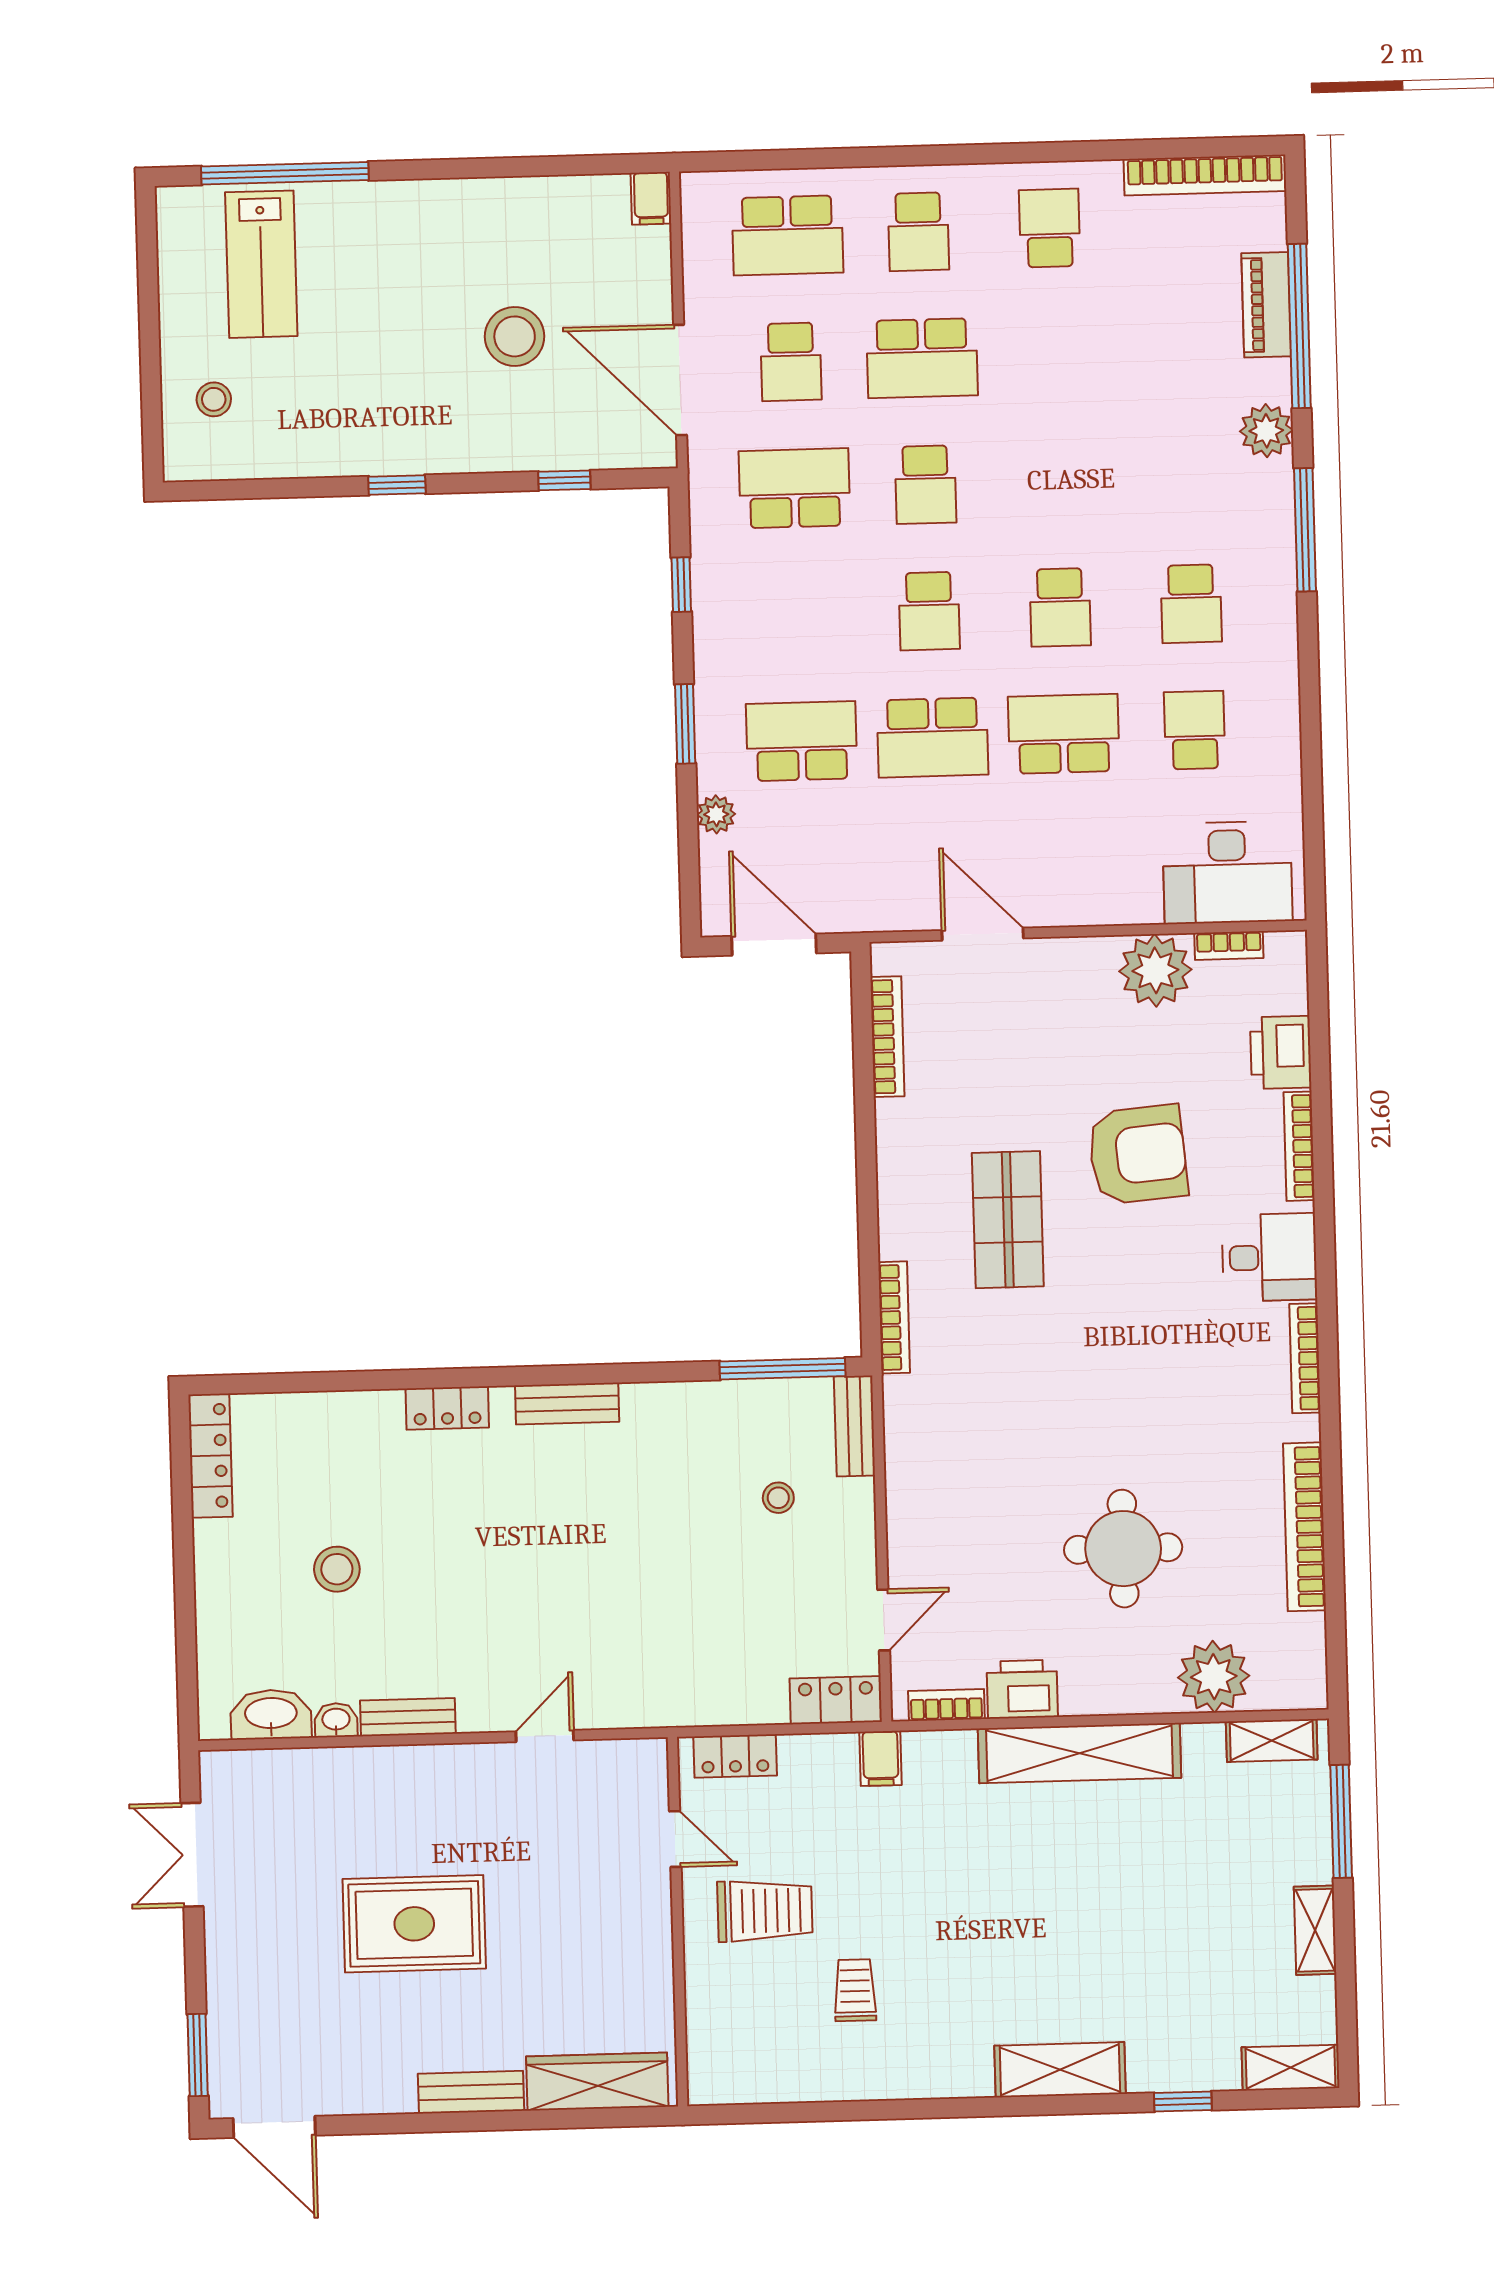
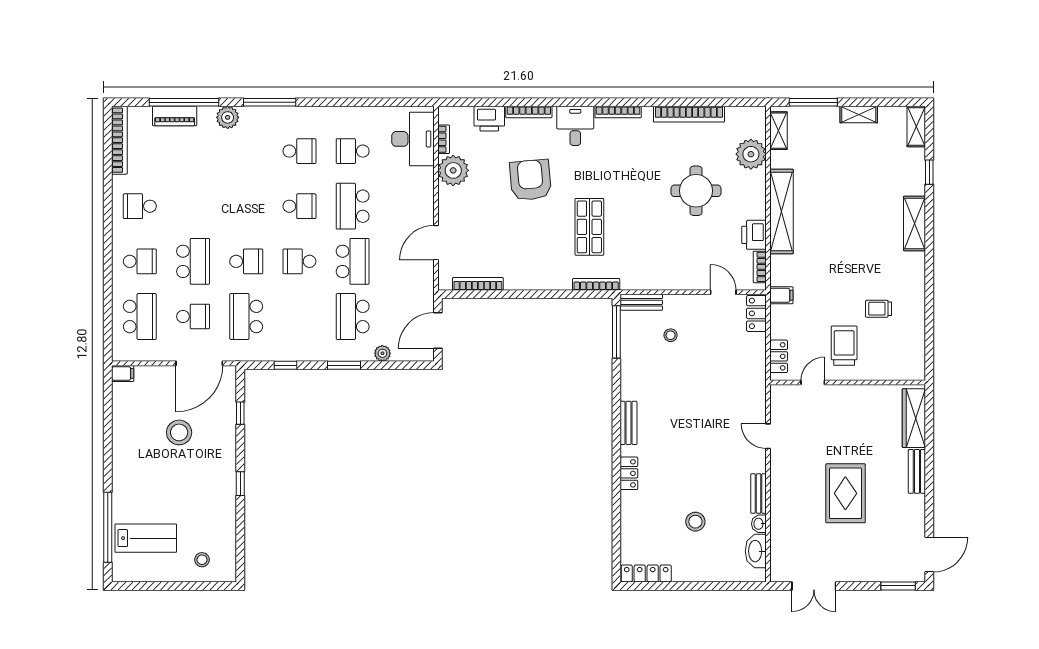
school desk: (929, 611) -> (299, 261), turned 180
shop shelf: (1008, 1220) -> (589, 227), moved, turned 90

